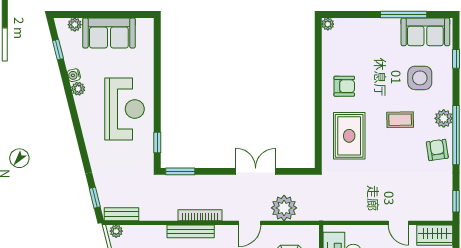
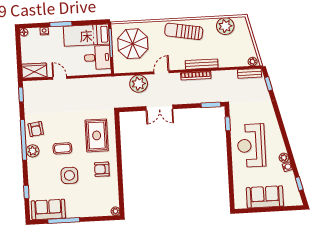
plant: (75, 25) -> (289, 201), removed
side table: (420, 78) -> (69, 175), moved

